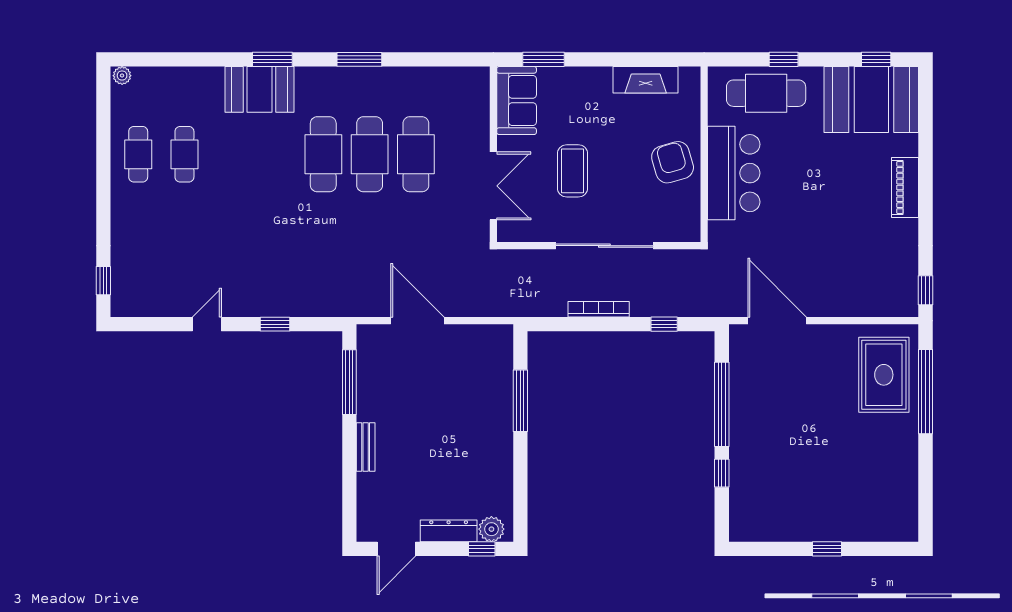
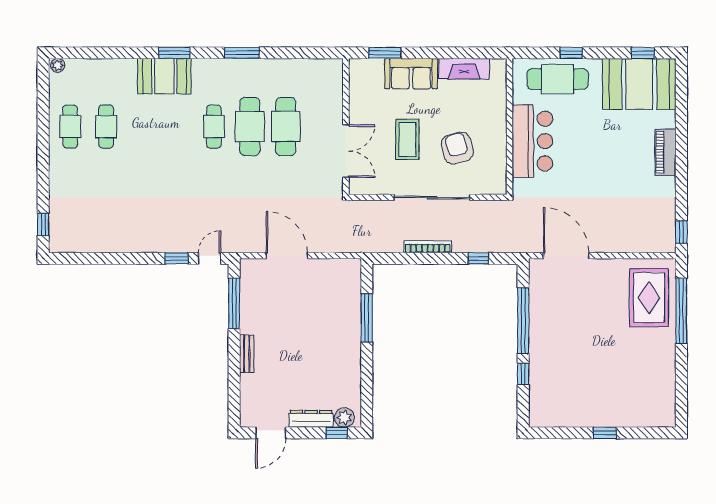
sofa: (517, 100) -> (411, 74), moved, turned 90
cafe table: (323, 154) -> (214, 127), width x0.73, depth x0.74
armchair: (673, 162) -> (457, 148), moved
door: (207, 324) -> (210, 258), moved

